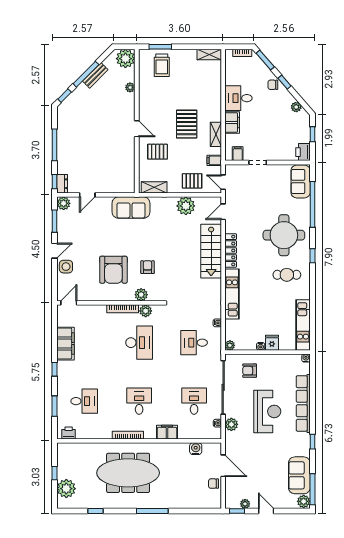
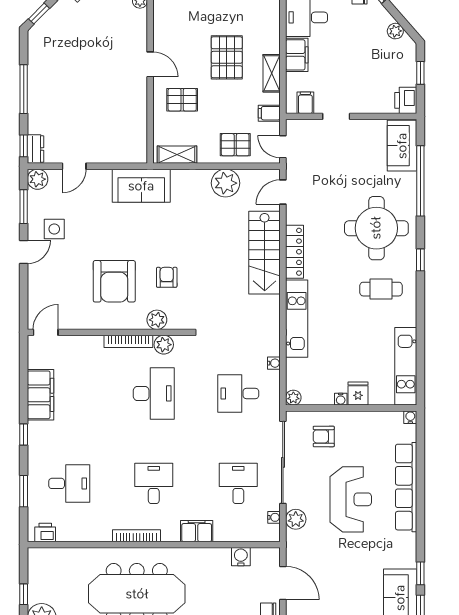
side table: (66, 267) -> (54, 229), moved
window: (312, 442) -> (420, 573), moved

